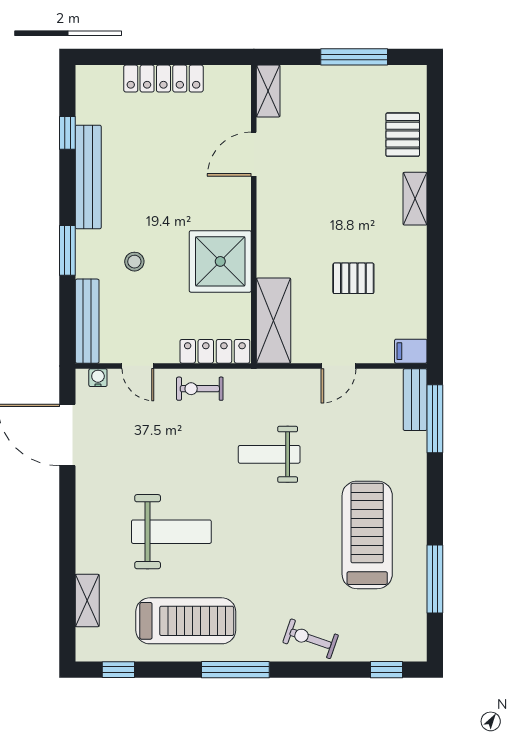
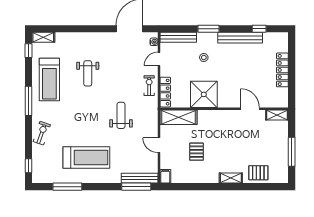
bench: (415, 400) -> (140, 178), width x1.36
weight bench: (171, 532) -> (88, 73), width x0.73, depth x0.75
shelving: (87, 600) -> (43, 37), moved

